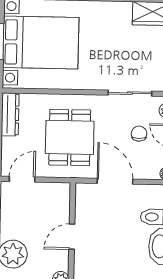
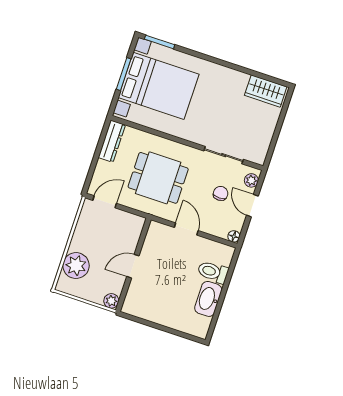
dining table: (70, 137) -> (158, 178), turned 90
door: (115, 181) -> (186, 229), width x0.73

